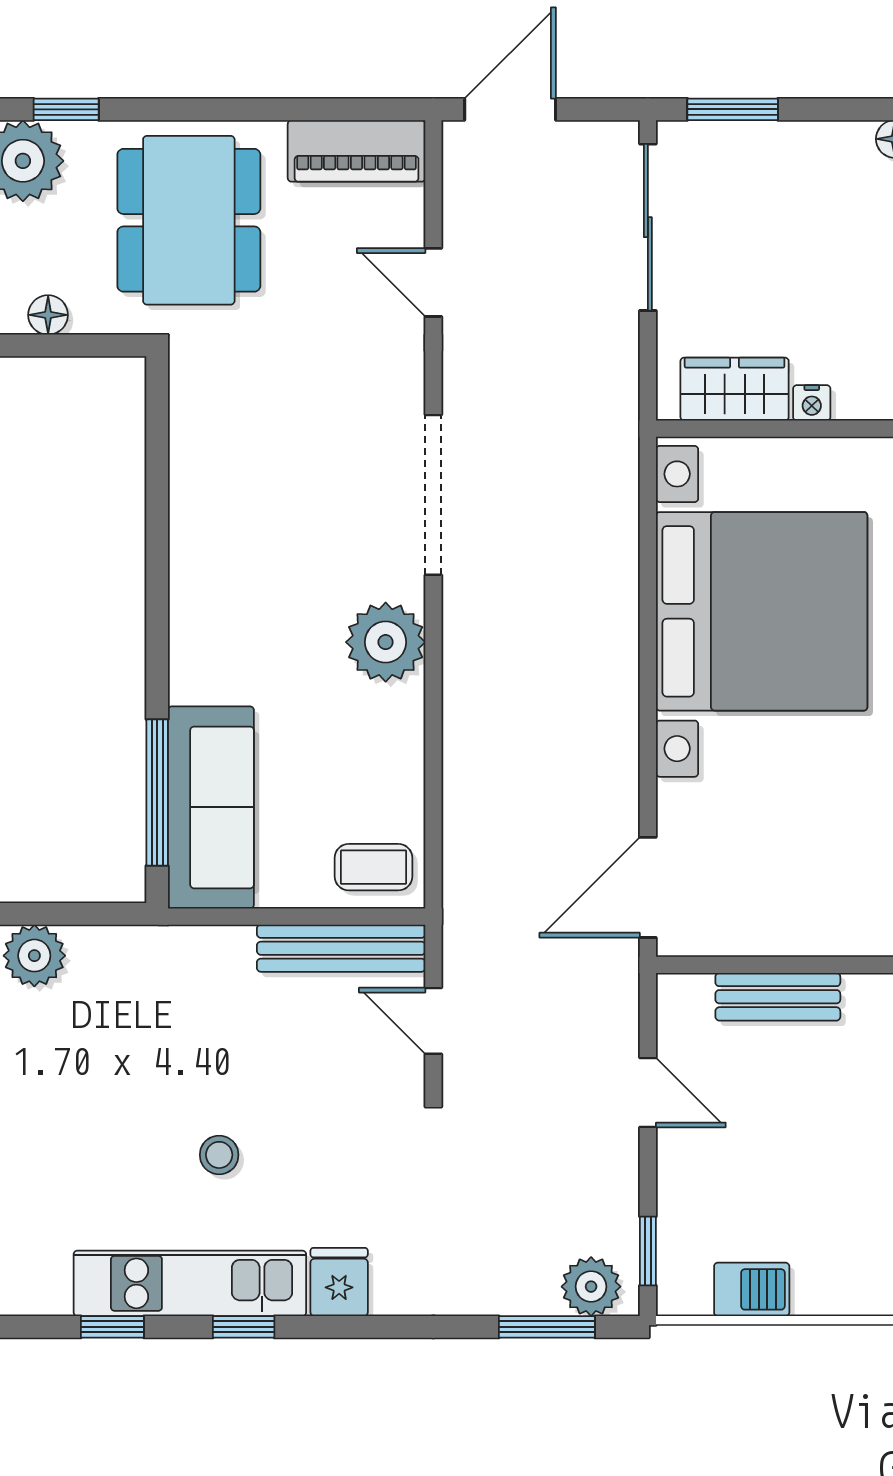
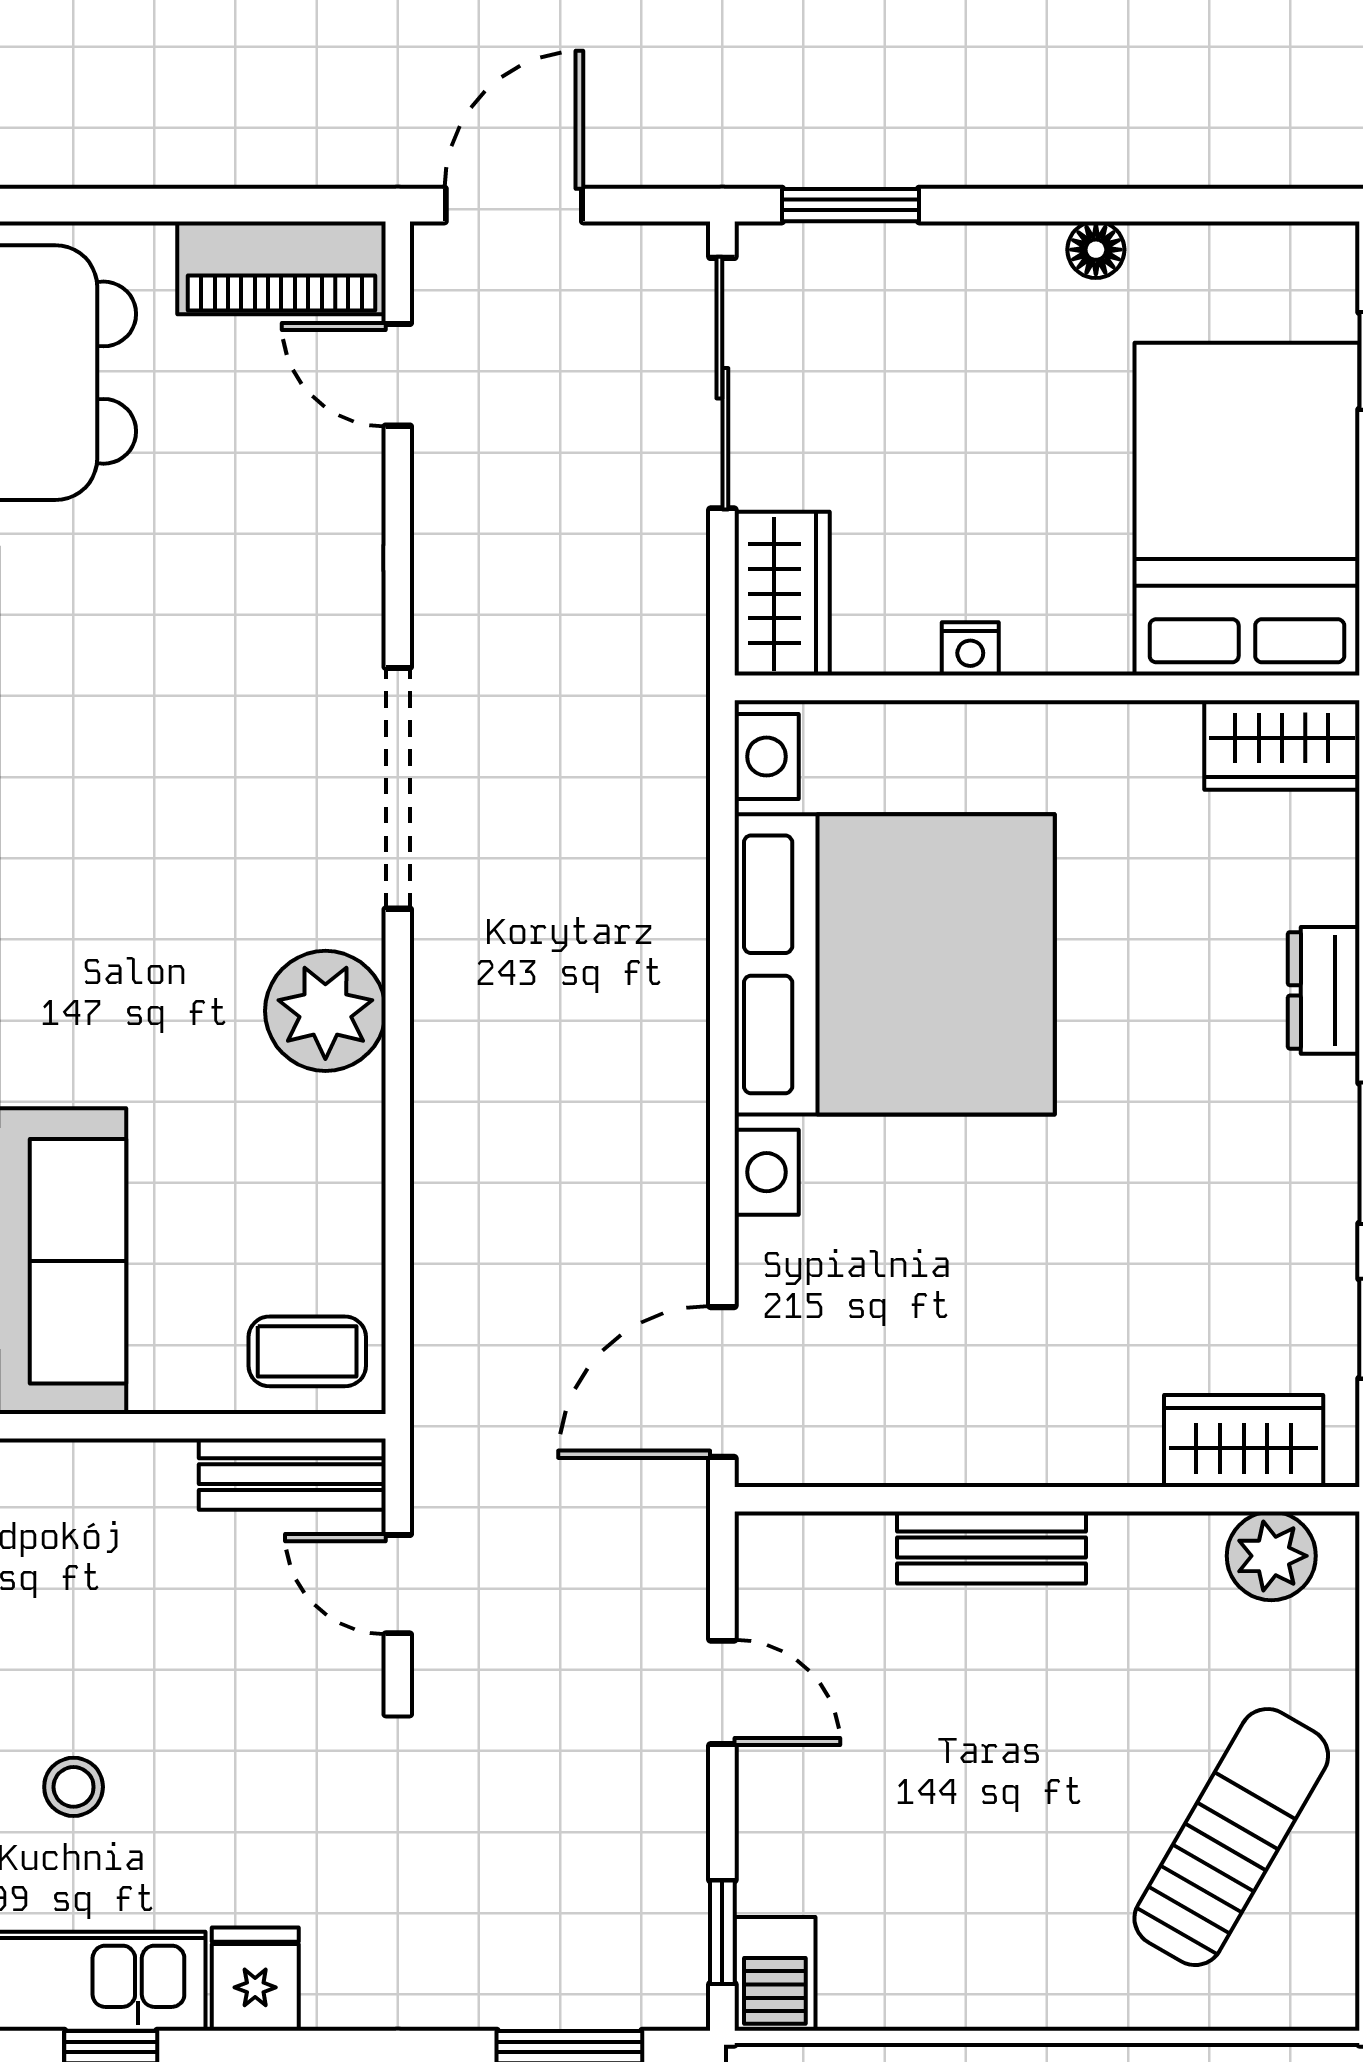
door: (433, 282) -> (398, 375), moved
wardrobe: (735, 389) -> (782, 594), moved, turned 90
bench: (341, 948) -> (292, 1474), width x0.73
bench: (778, 997) -> (991, 1548), moved
plant: (591, 1287) -> (636, 1986), removed
barbecue: (752, 1289) -> (775, 1974), moved, turned 90

